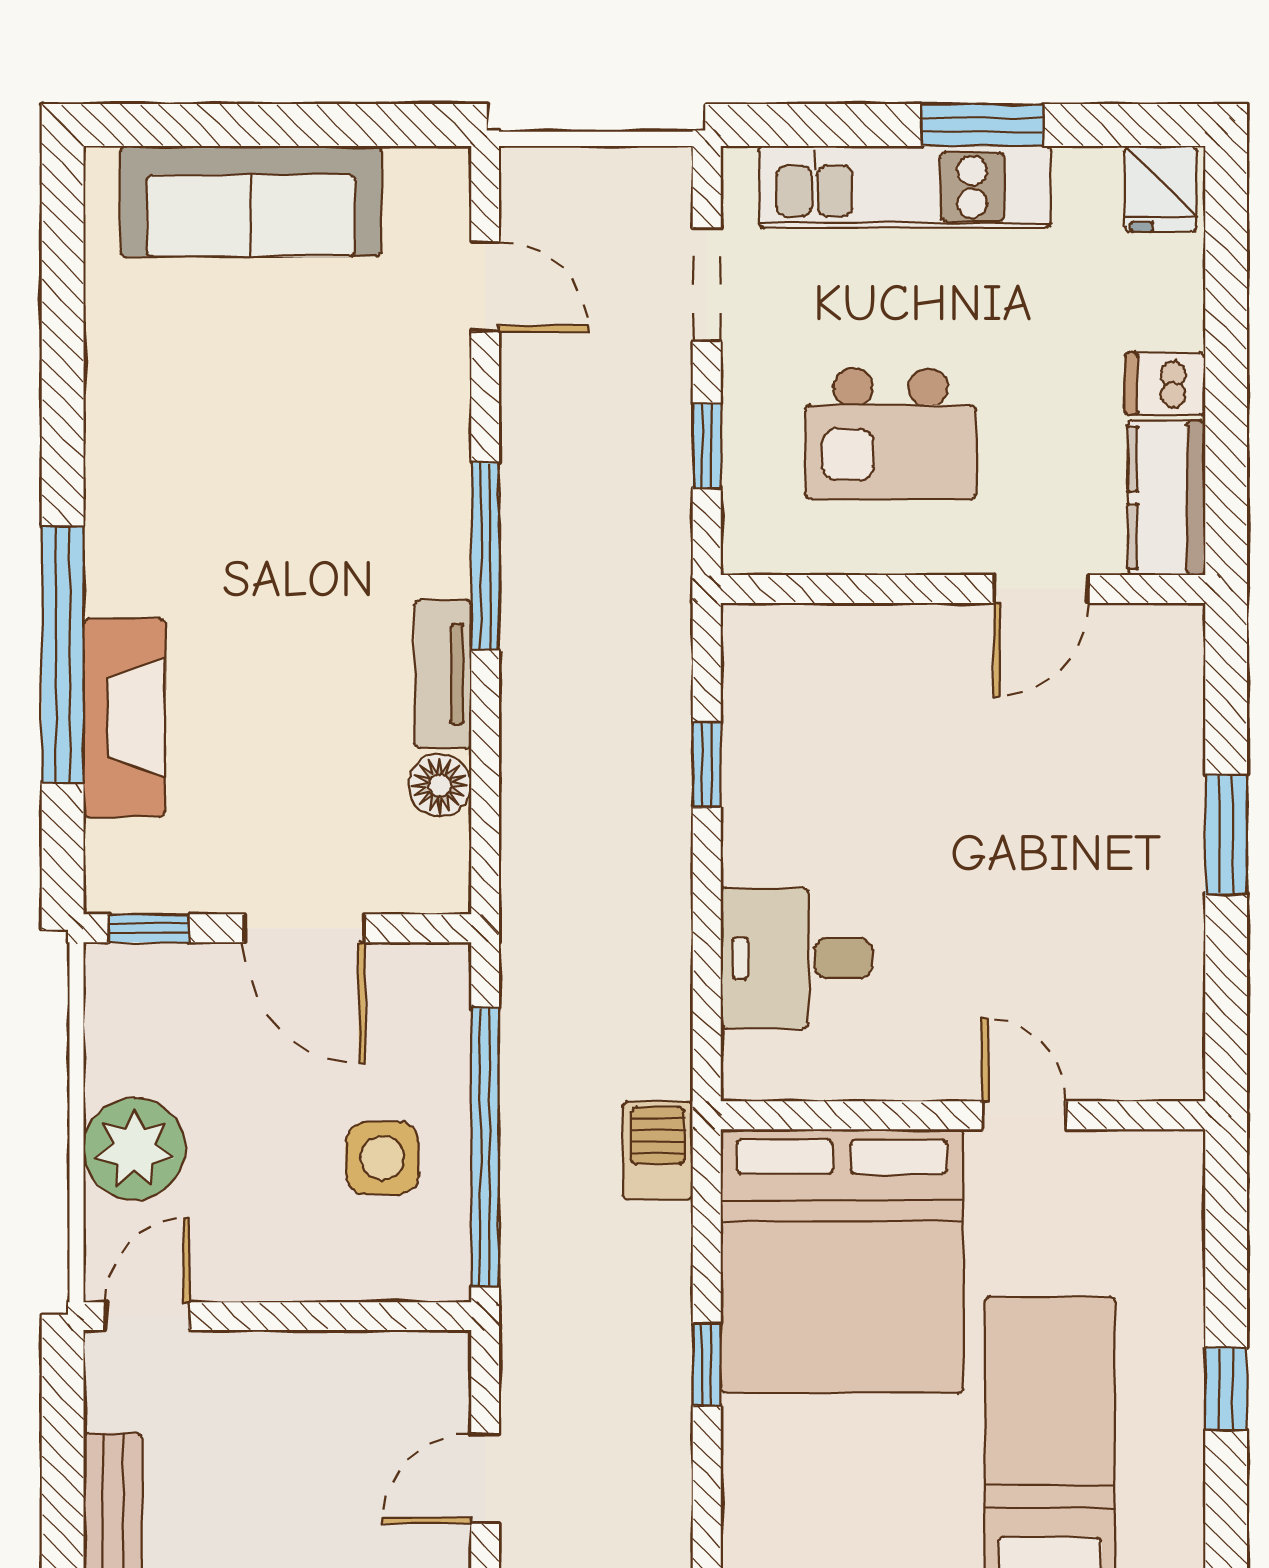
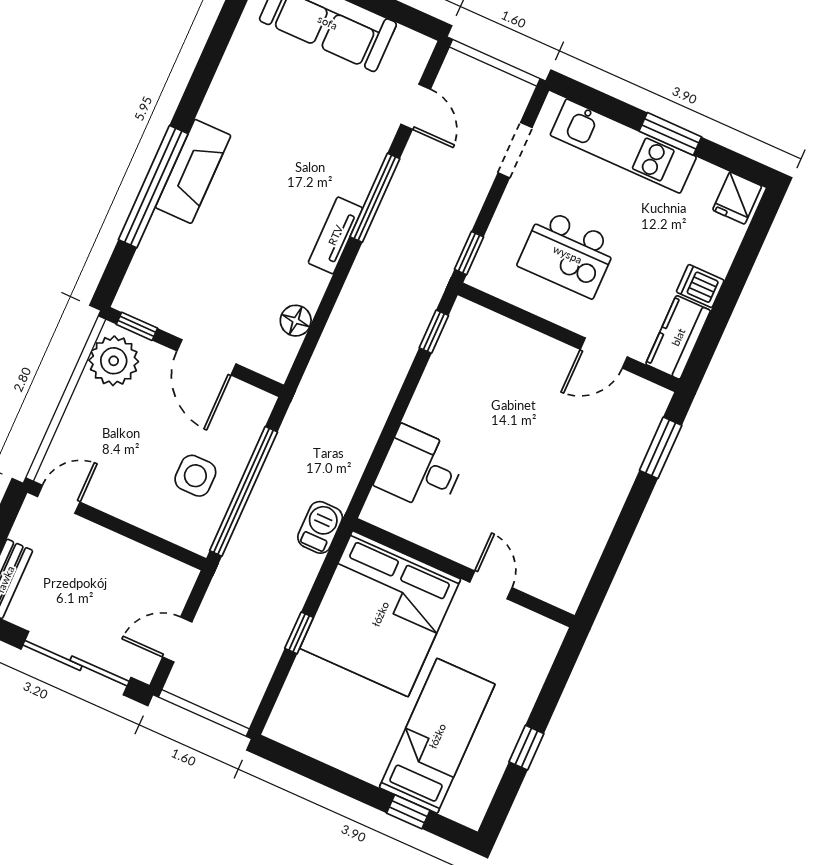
window: (707, 446) -> (469, 253), moved
window: (485, 556) -> (375, 198), moved
tv unit: (443, 674) -> (335, 235), moved
fireplace: (124, 718) -> (193, 171), moved
window: (707, 765) -> (434, 332), moved
window: (1226, 834) -> (661, 448), moved
plant: (134, 1149) -> (114, 361), moved

